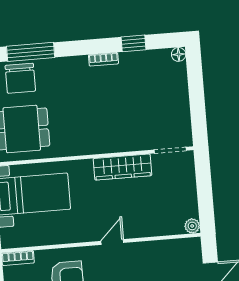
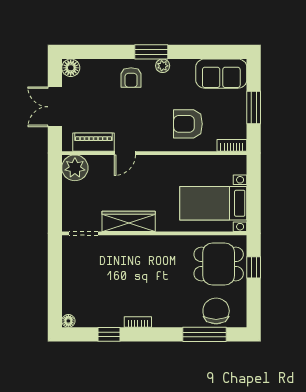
plant: (192, 226) -> (75, 168), width x1.88, depth x1.88
door: (112, 242) -> (125, 153), moved
piano: (167, 249) -> (94, 142), added

